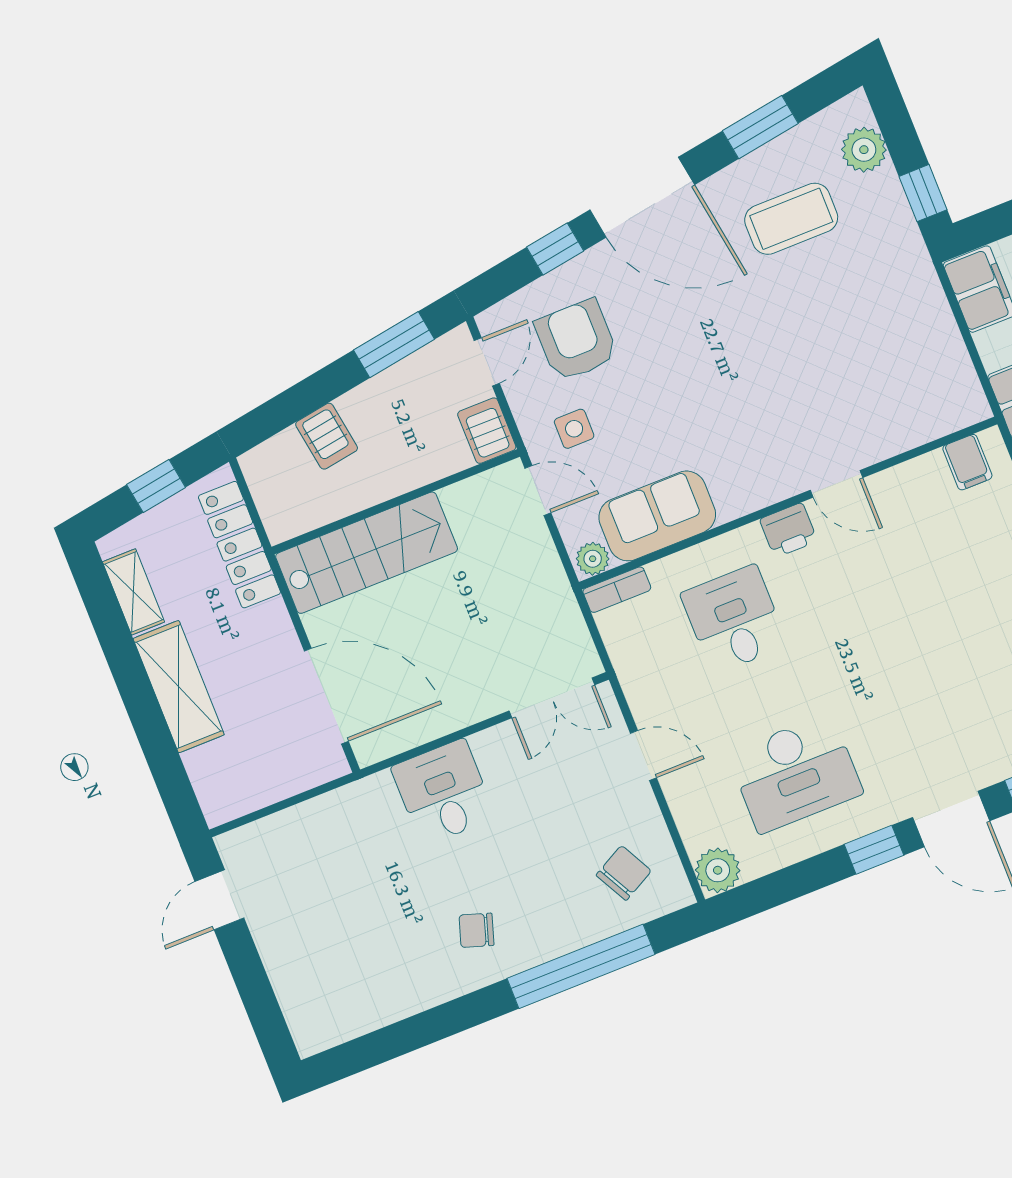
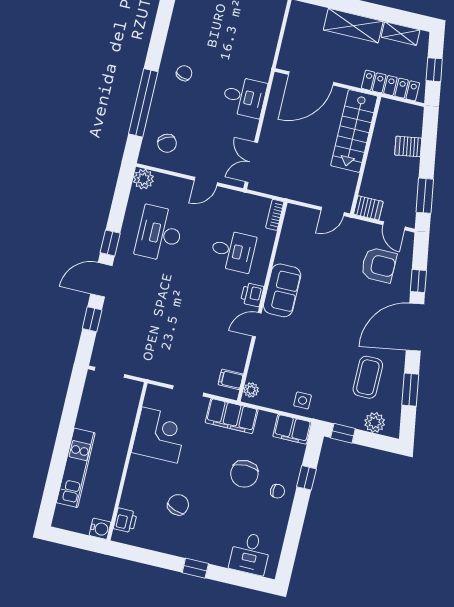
side table: (574, 429) -> (303, 400), moved
sofa: (657, 516) -> (282, 290), moved
plant: (593, 559) -> (251, 390), moved

